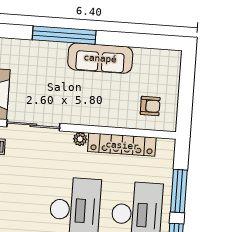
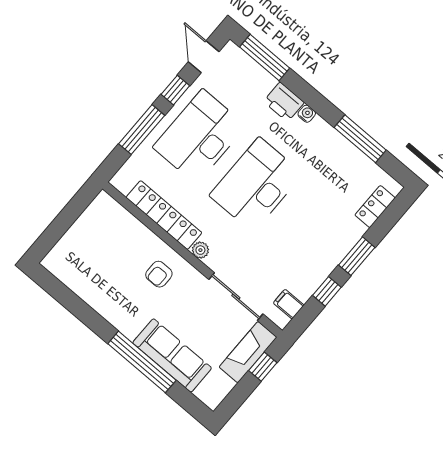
sofa: (100, 58) -> (172, 355), moved
armchair: (150, 106) -> (159, 274), moved, turned -90

